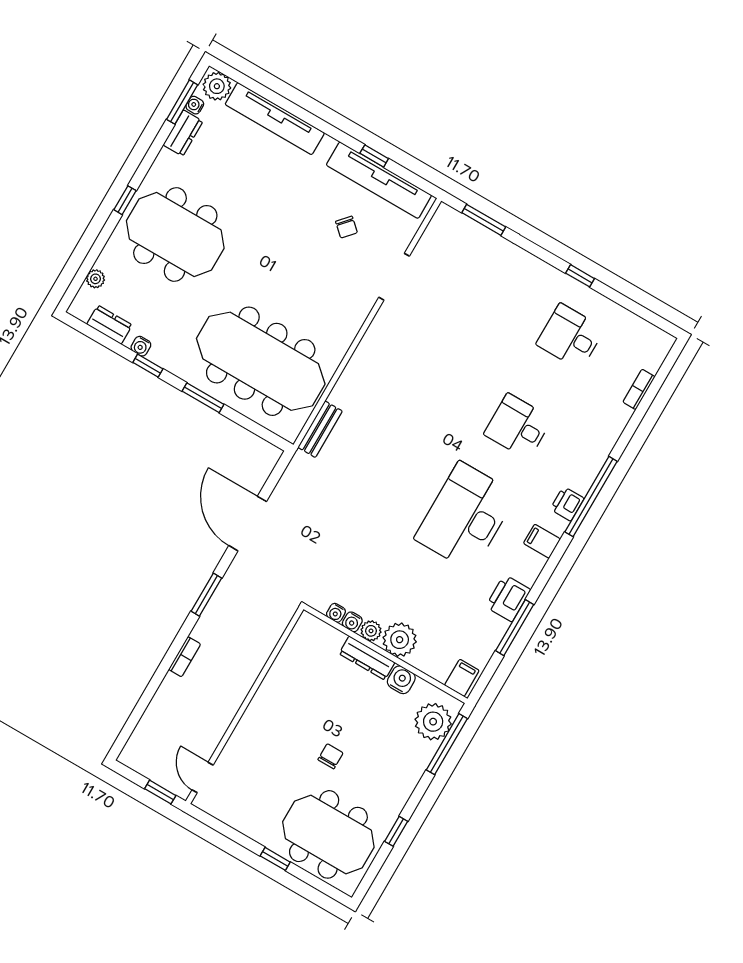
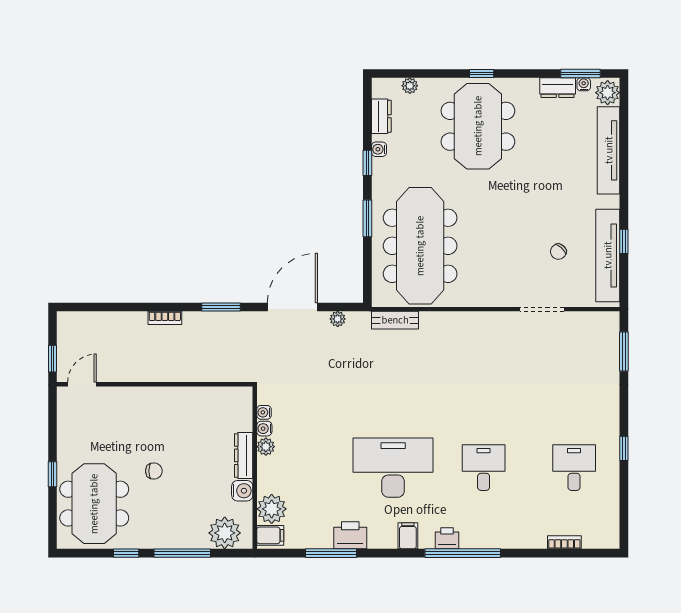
plant: (286, 486) -> (338, 319), added
plant: (400, 640) -> (272, 509), moved
window: (447, 744) -> (182, 553), moved

